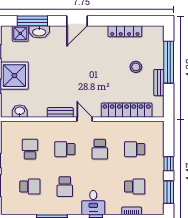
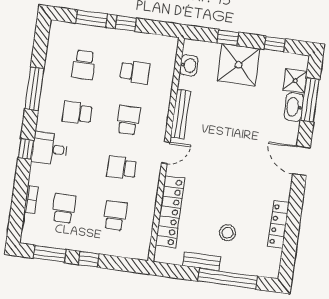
bench: (60, 112) -> (180, 114), width x1.36
school desk: (135, 187) -> (64, 208), turned 180

